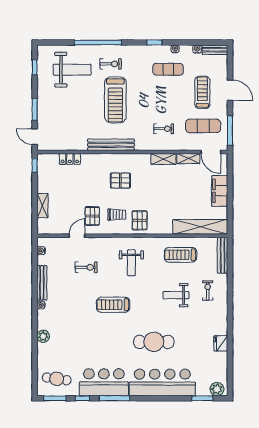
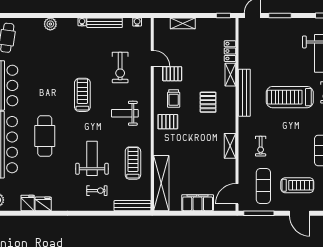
door: (230, 90) -> (300, 213), hinge flipped
shelving: (188, 159) -> (230, 75), moved
exercise bike: (86, 267) -> (120, 68), width x1.38, depth x1.39
weight bench: (176, 295) -> (92, 158), width x1.36, depth x1.33
fridge: (220, 359) -> (28, 203), added

